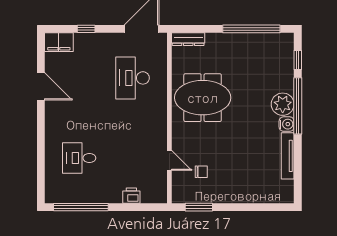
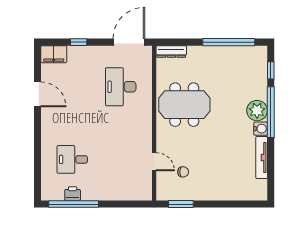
printer: (131, 196) -> (73, 194), moved

